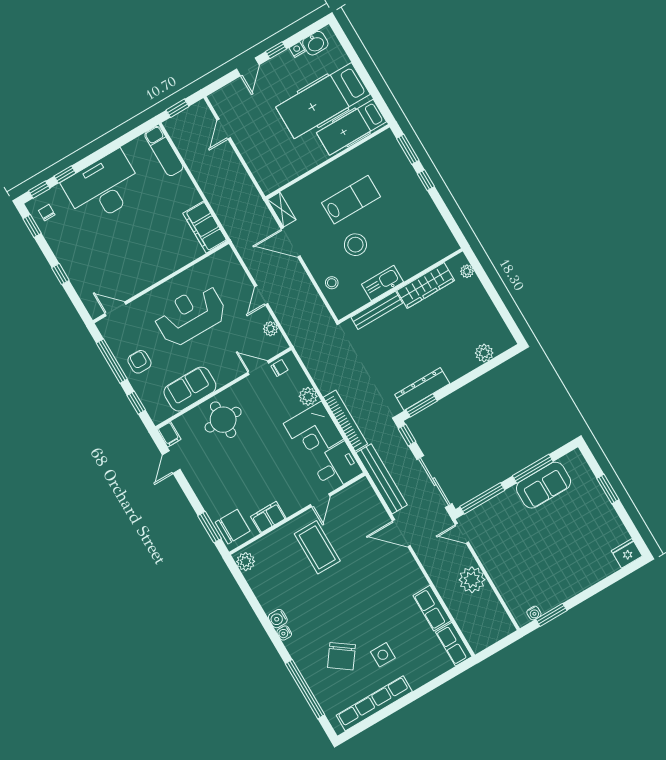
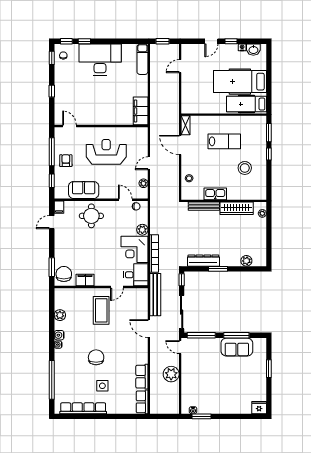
stool: (355, 245) -> (245, 168), moved
window: (422, 405) -> (218, 269), moved
chair: (233, 527) -> (64, 274), turned -90
plant: (246, 562) -> (60, 315), moved
chair: (341, 656) -> (96, 357), moved, turned 144

